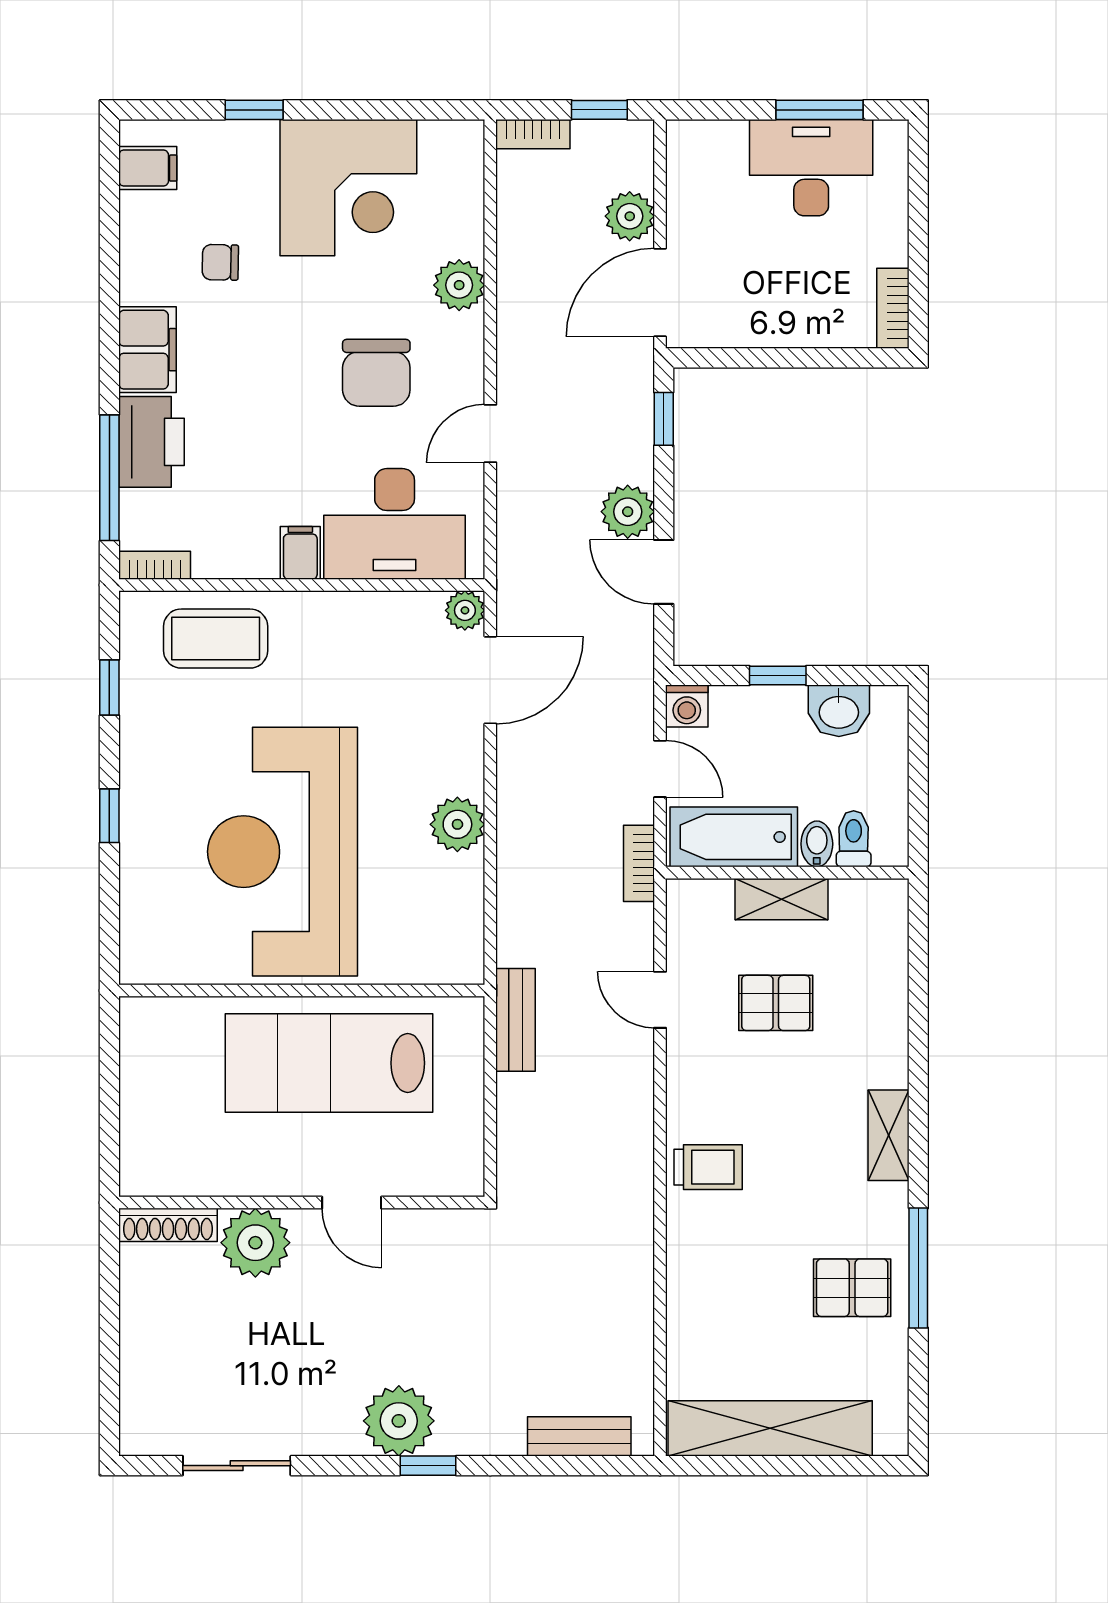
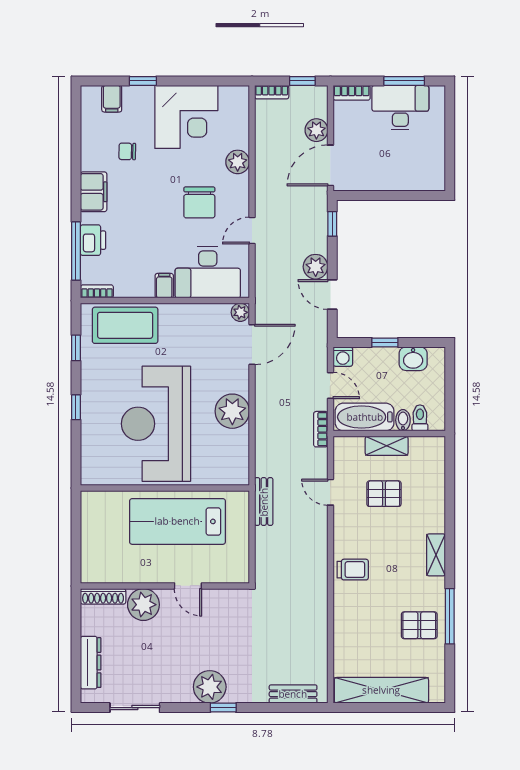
filing cabinet: (148, 168) -> (112, 99), moved, turned 90
bookcase: (893, 308) -> (352, 93), moved, turned -90
printer: (152, 442) -> (93, 240), width x0.73, depth x0.84
coffee table: (216, 639) -> (125, 325), width x1.36, depth x1.32
plant: (457, 824) -> (232, 411), width x1.36, depth x1.36
dresser: (141, 1368) -> (91, 663), added

